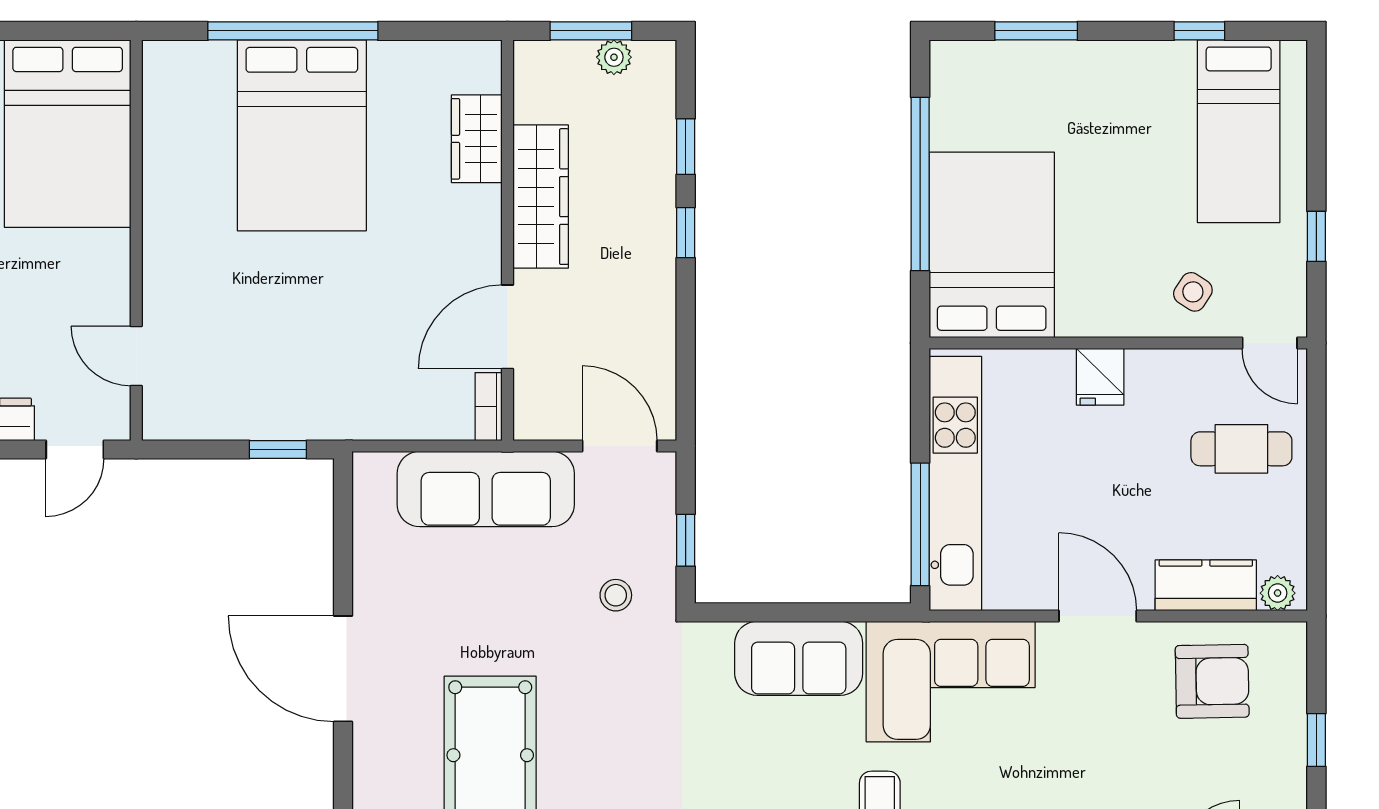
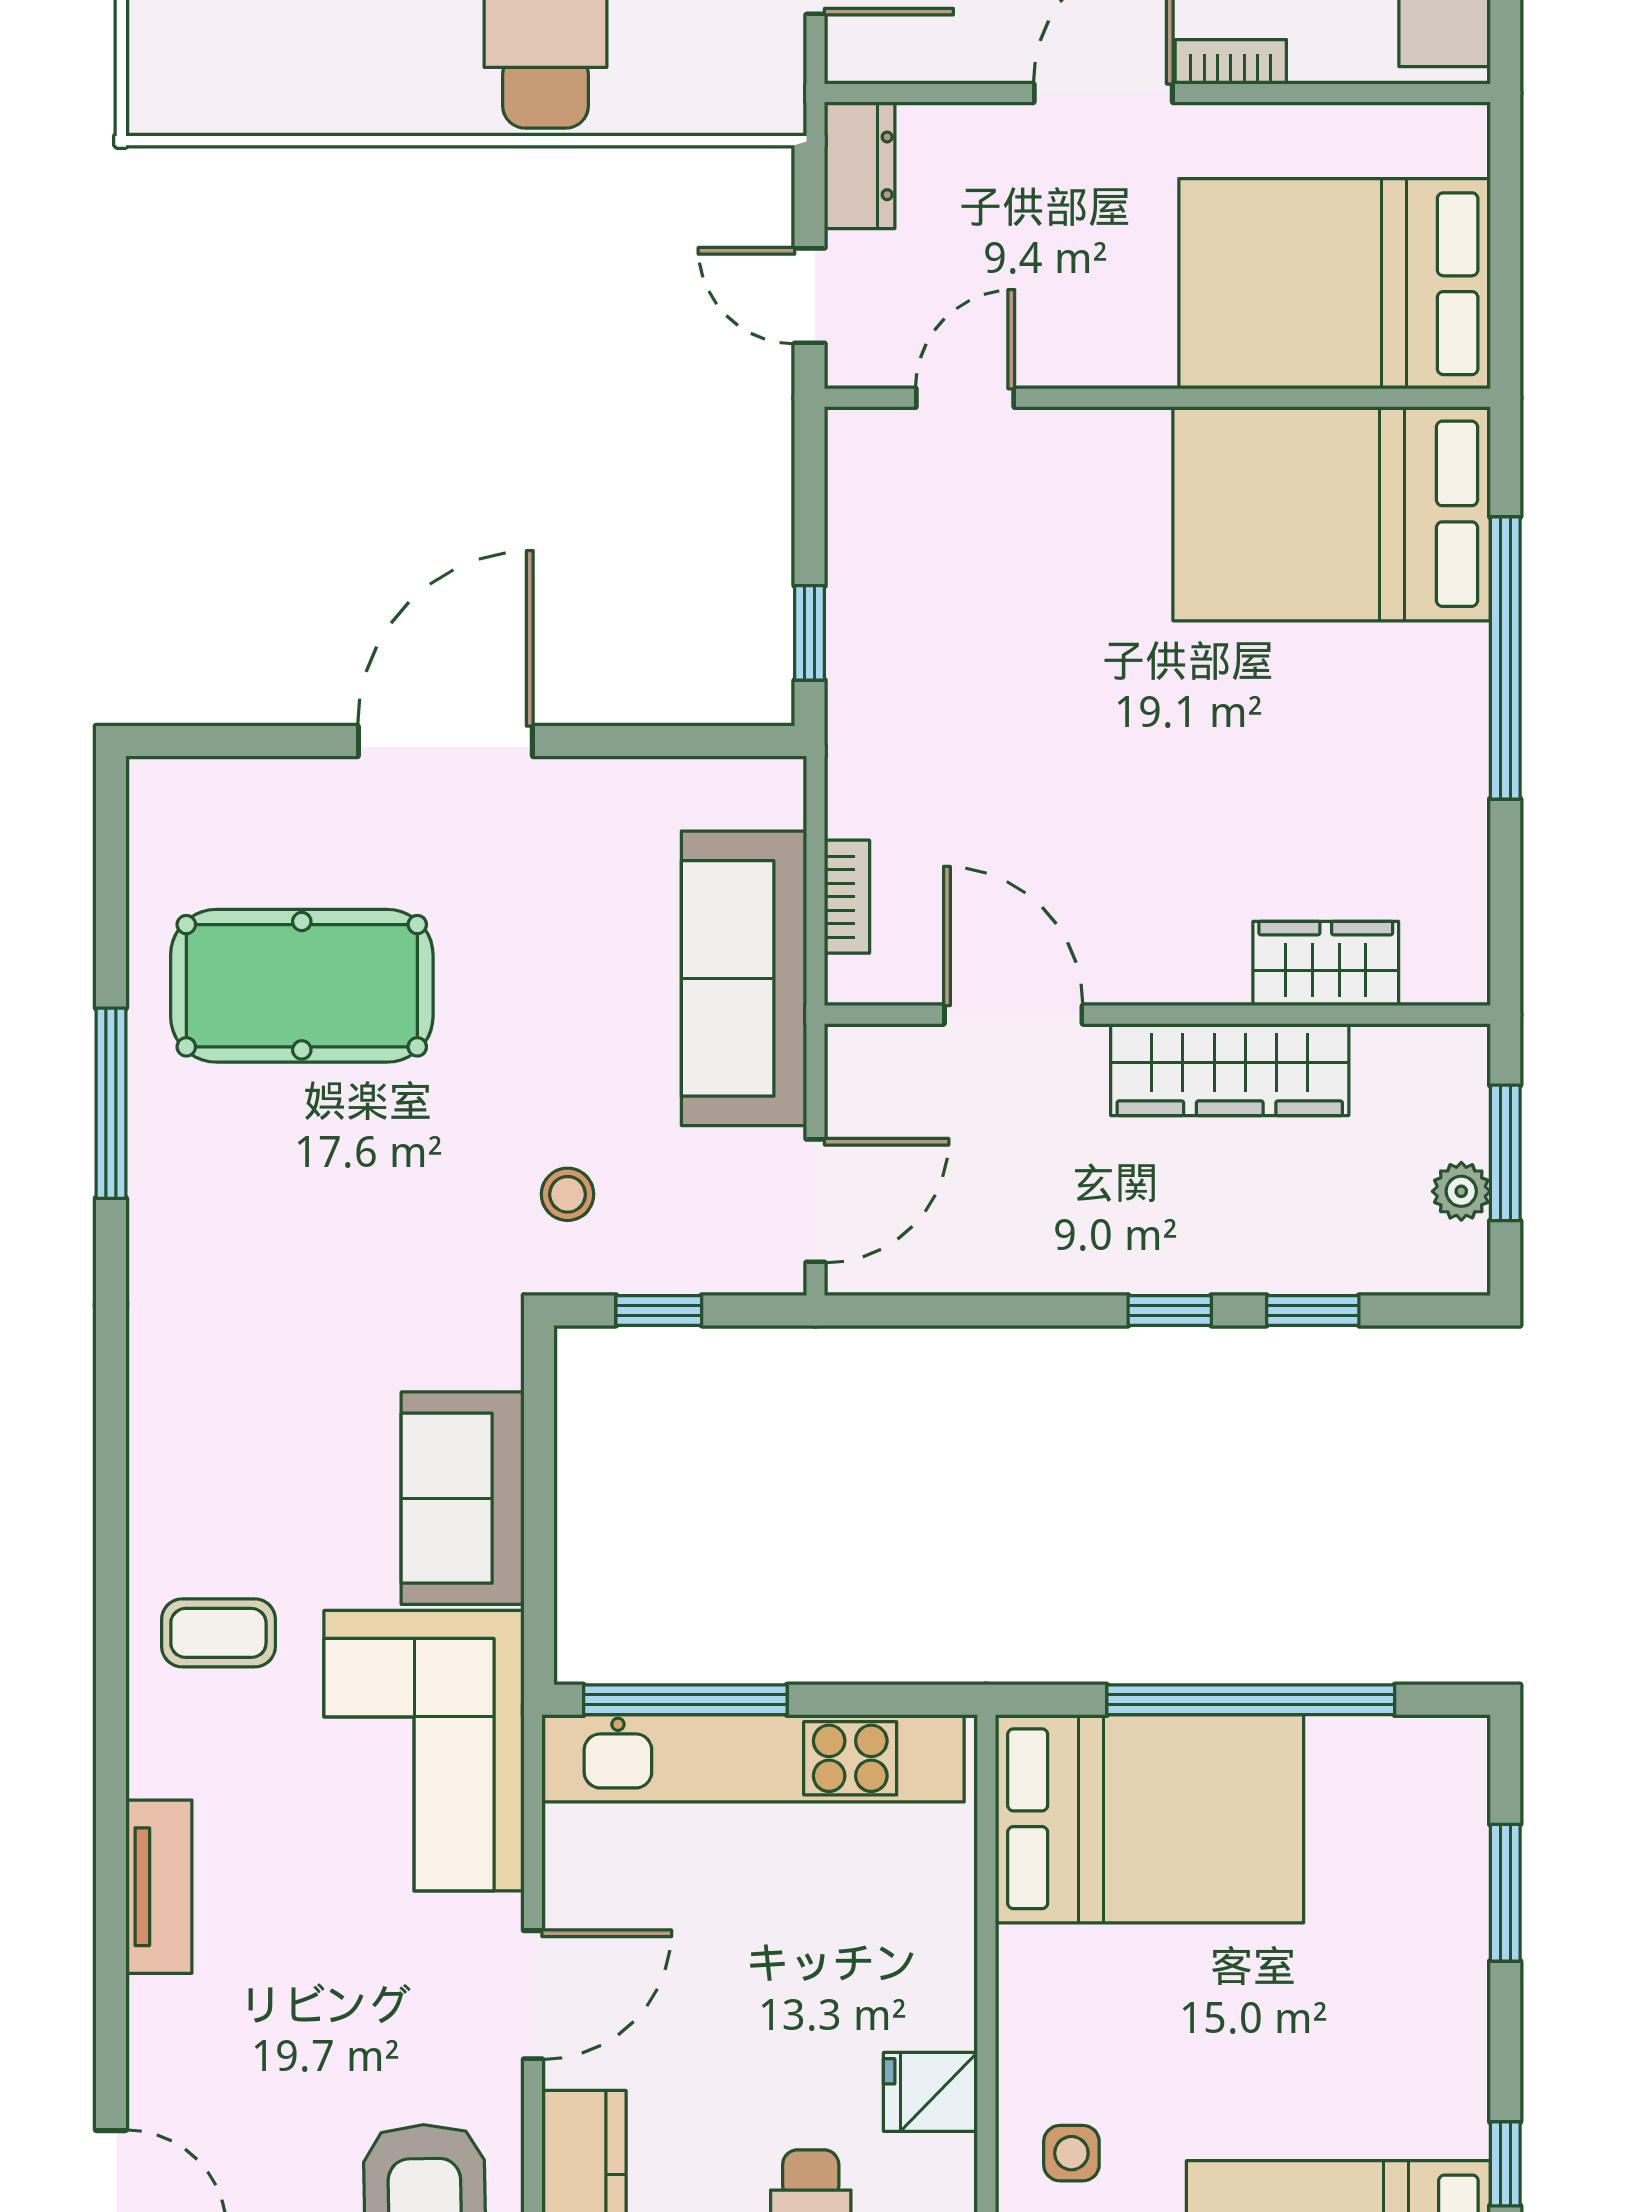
bed: (302, 135) -> (1332, 514), moved
side table: (1193, 292) -> (1071, 2153), turned -33
fridge: (1100, 377) -> (930, 2092), moved
bookcase: (489, 407) -> (847, 897), moved, turned 90

